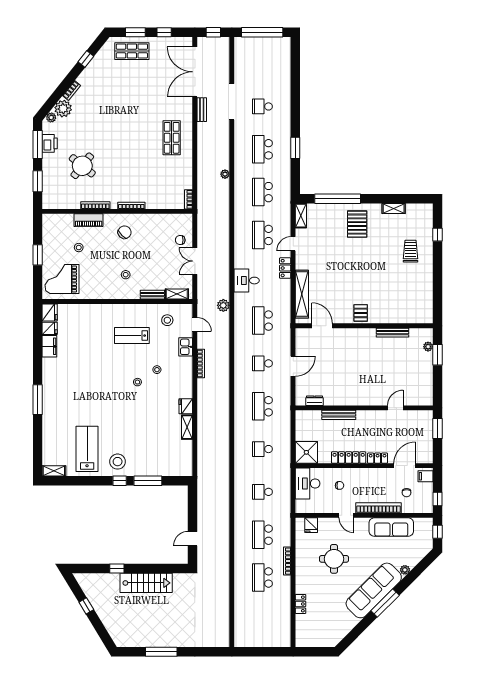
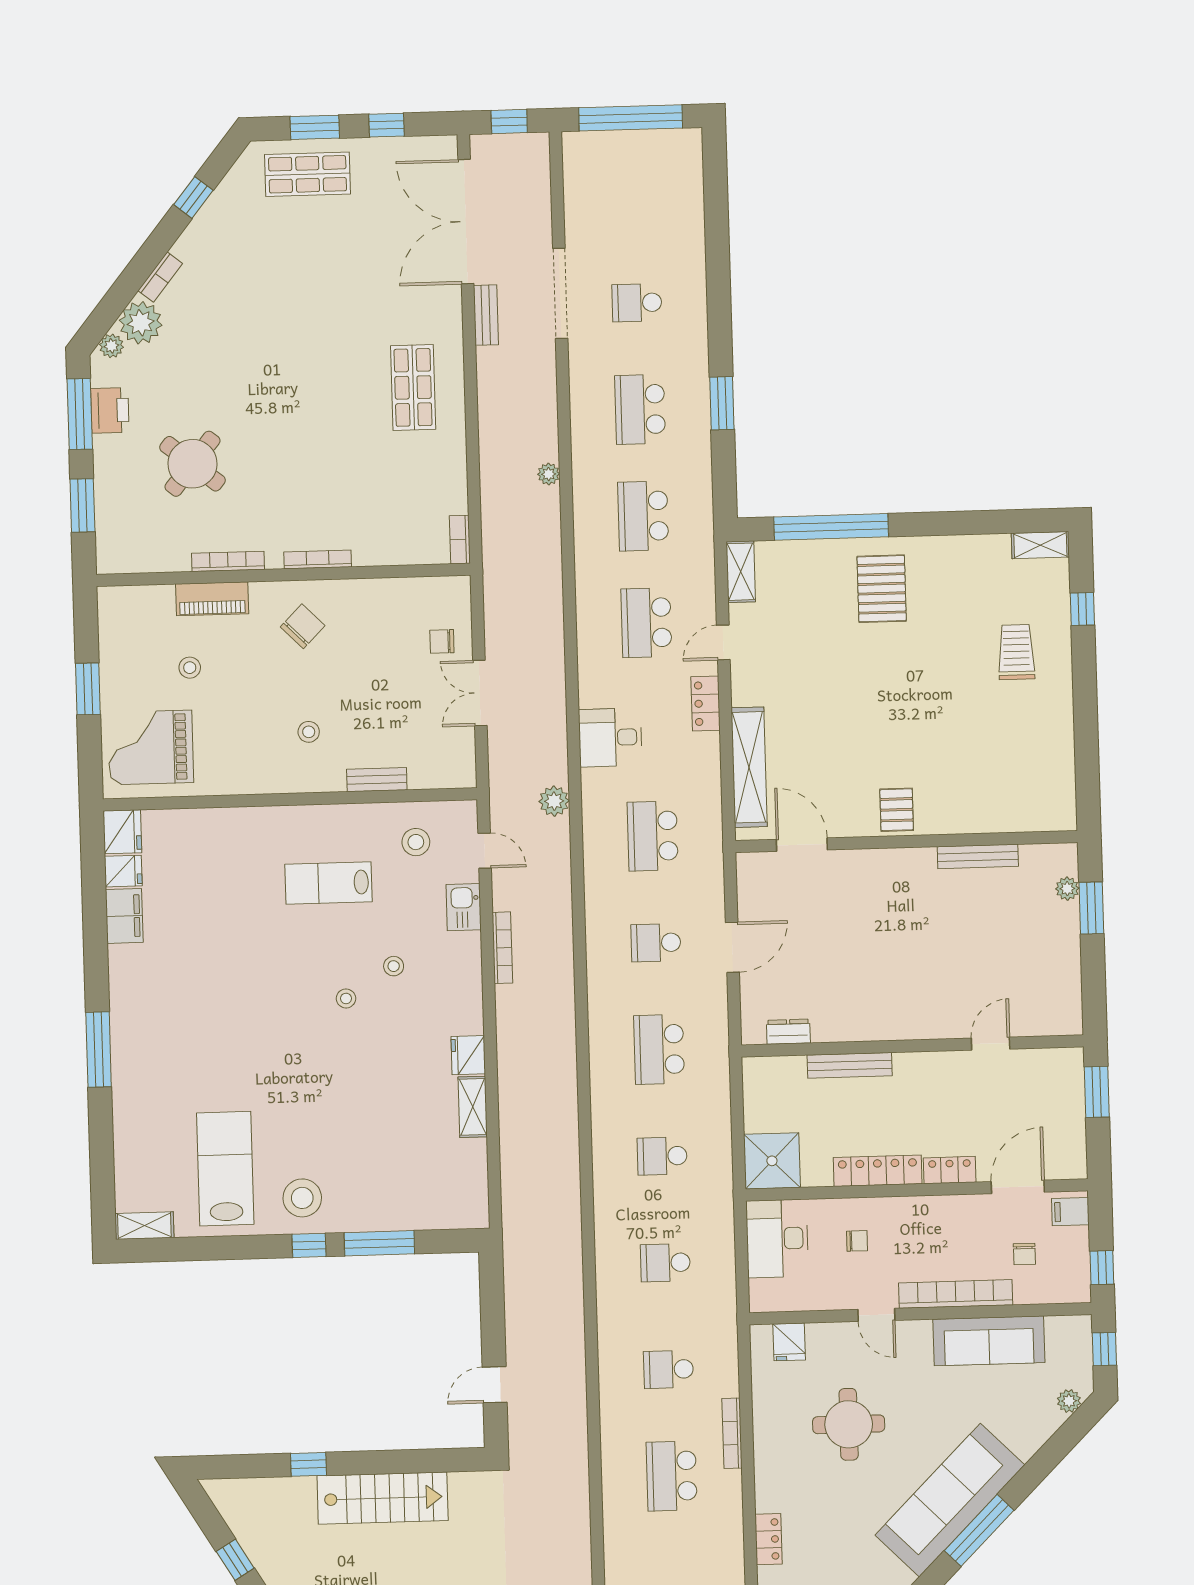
shelving: (394, 208) -> (1040, 545), moved
shelving: (177, 294) -> (438, 776), removed
school desk: (262, 535) -> (668, 1369), width x0.54
plant: (405, 570) -> (1069, 1401), moved

